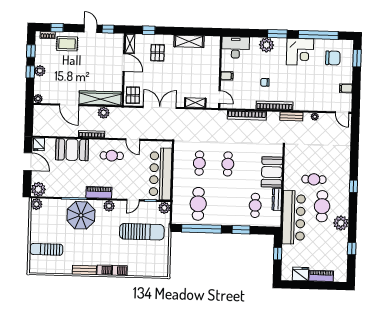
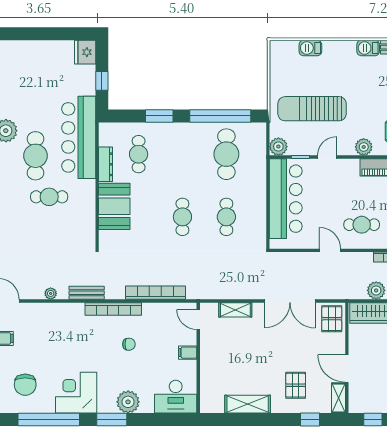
chair: (333, 58) -> (25, 385), turned -90
barbecue: (120, 271) -> (310, 48), moved
fridge: (301, 274) -> (85, 52), moved, turned 90
piano: (321, 276) -> (34, 48), removed

